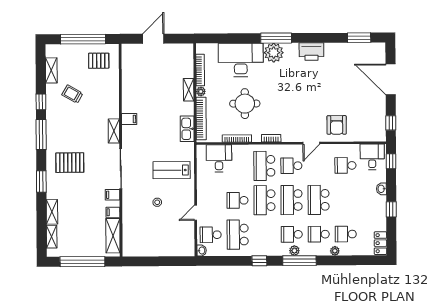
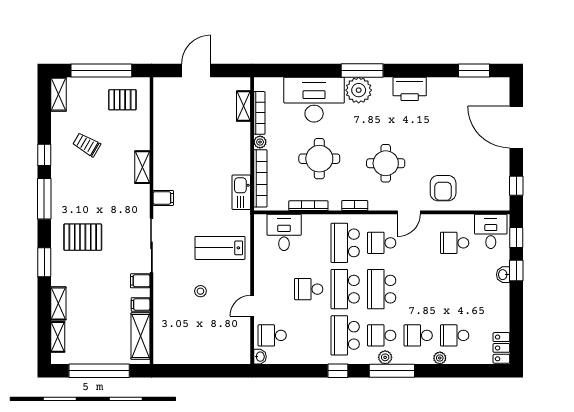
shelving: (51, 70) -> (58, 94), moved
shelving: (189, 90) -> (244, 106), moved
round table: (294, 107) -> (386, 163), added
filing cabinet: (129, 119) -> (163, 198), moved
shelving: (114, 131) -> (142, 167), moved
school desk: (319, 200) -> (418, 289), removed
window: (391, 209) -> (516, 270), moved
school desk: (238, 235) -> (345, 335), moved

